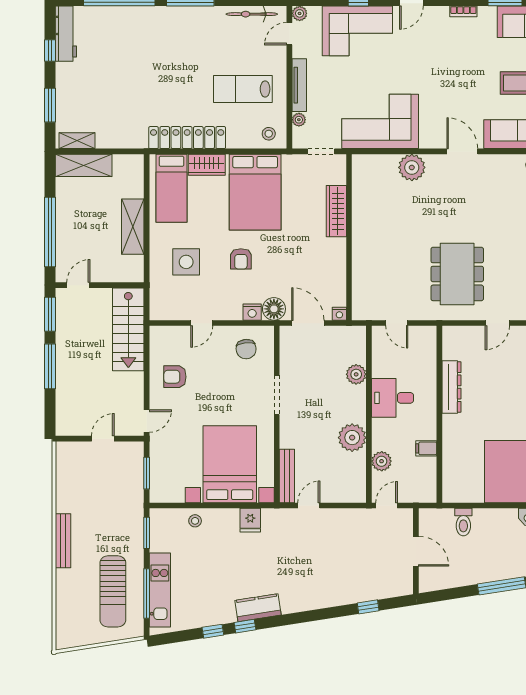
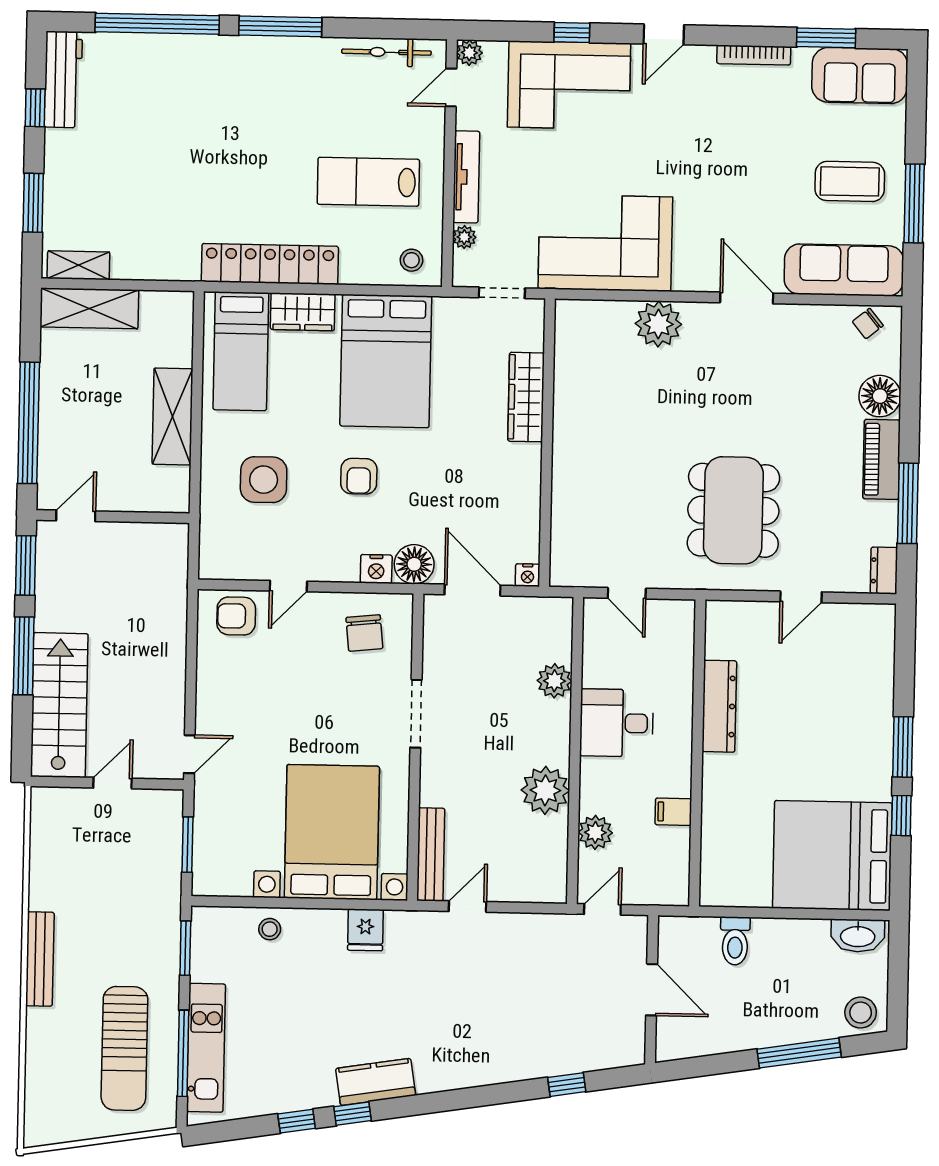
bookcase: (463, 11) -> (754, 55), width x1.56
stairs: (128, 329) -> (59, 705), moved, turned 180
armchair: (175, 377) -> (236, 616), moved

